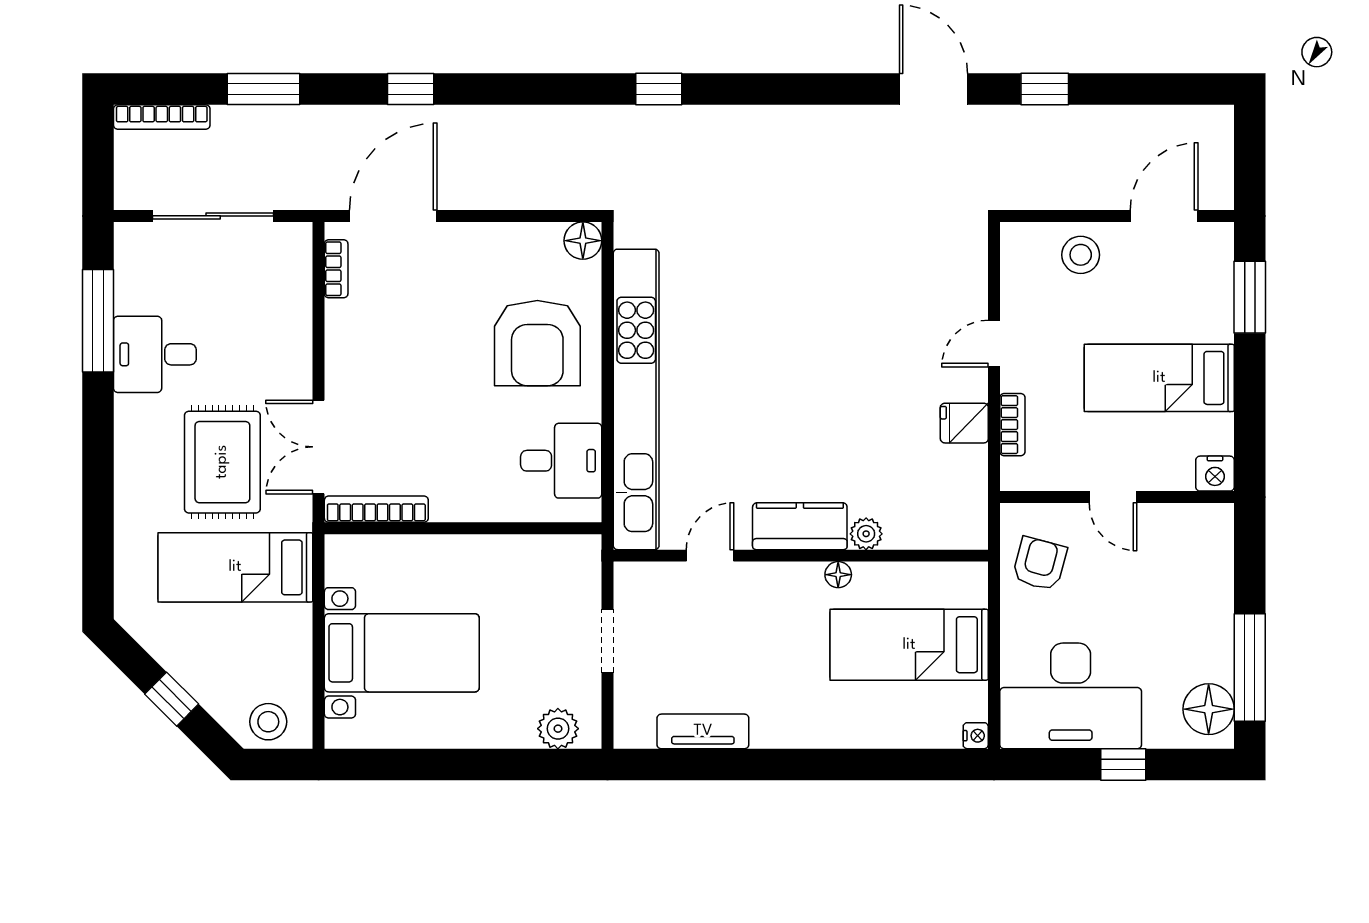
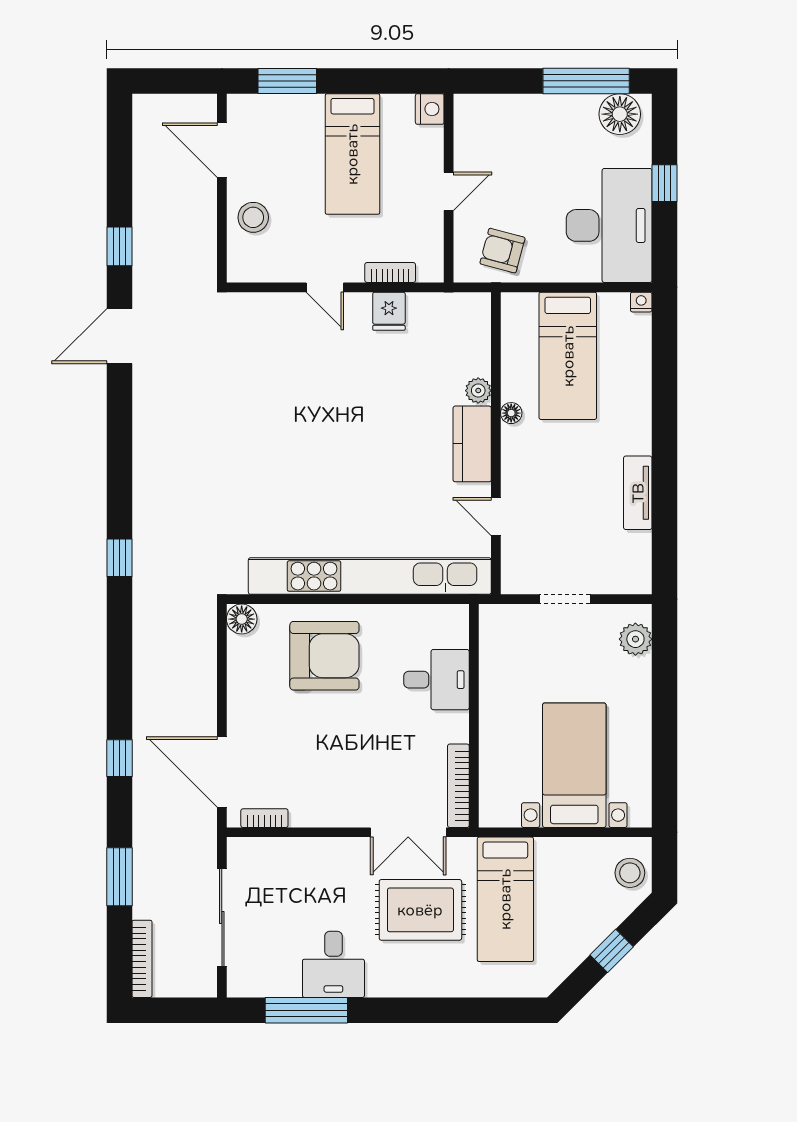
desk: (561, 461) -> (436, 680), moved, turned 90
tv unit: (703, 731) -> (638, 493), moved

